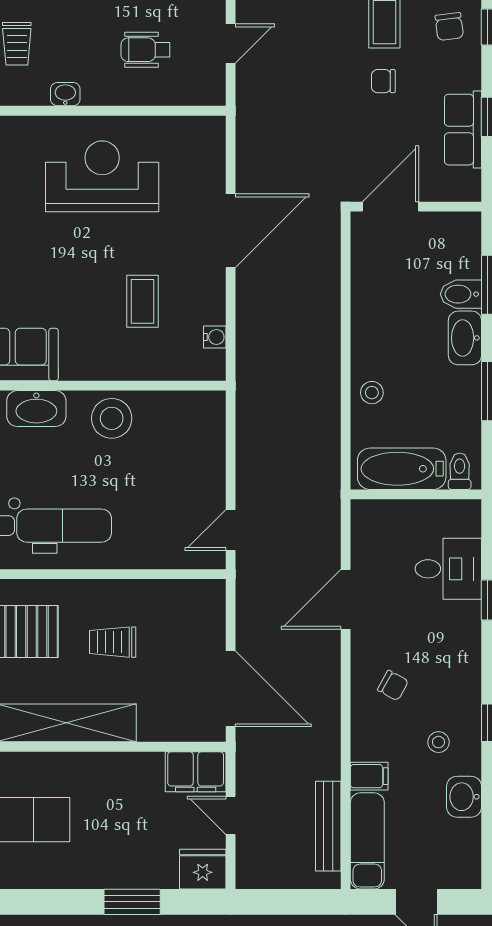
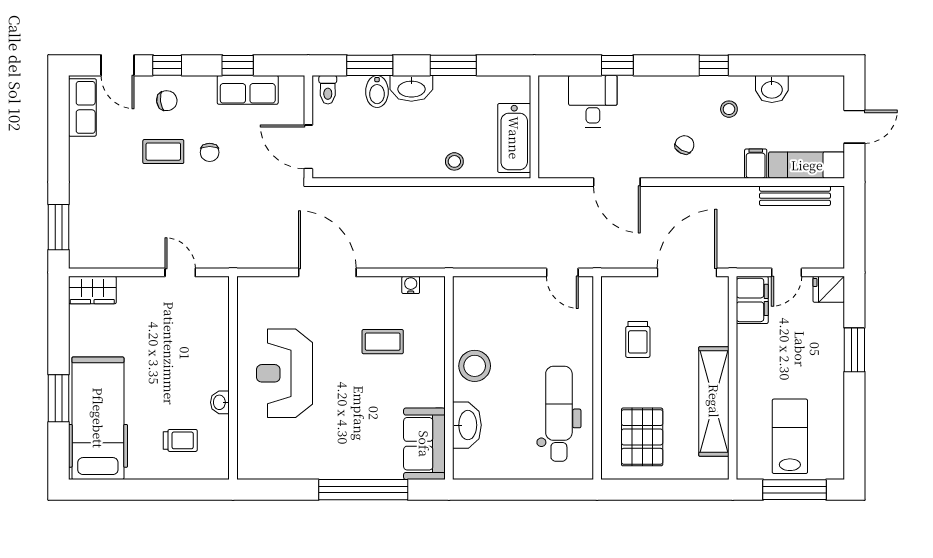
wheelchair: (145, 50) -> (185, 339), removed
toilet: (460, 471) -> (328, 90), moved, turned -90
trolley: (113, 642) -> (638, 339), moved
fridge: (203, 869) -> (829, 289), width x0.72

